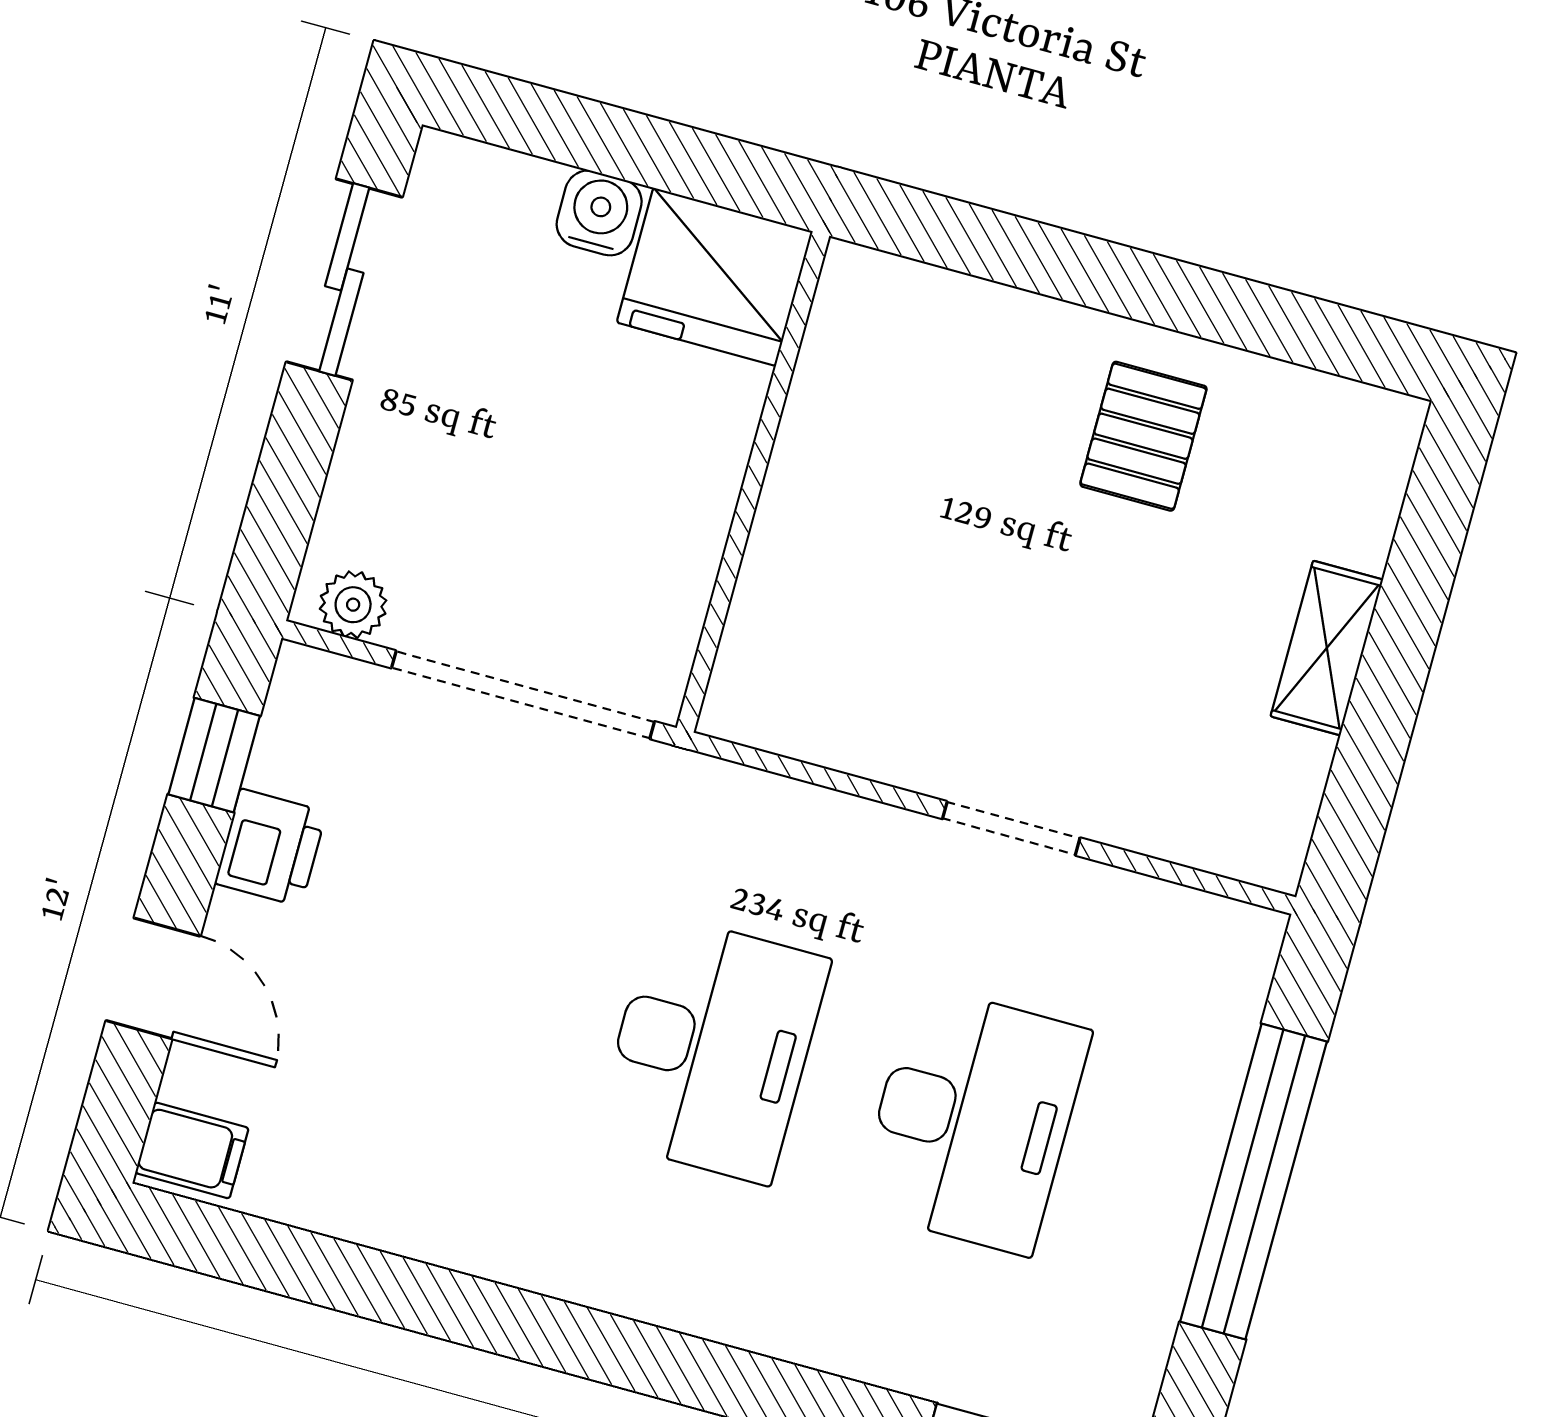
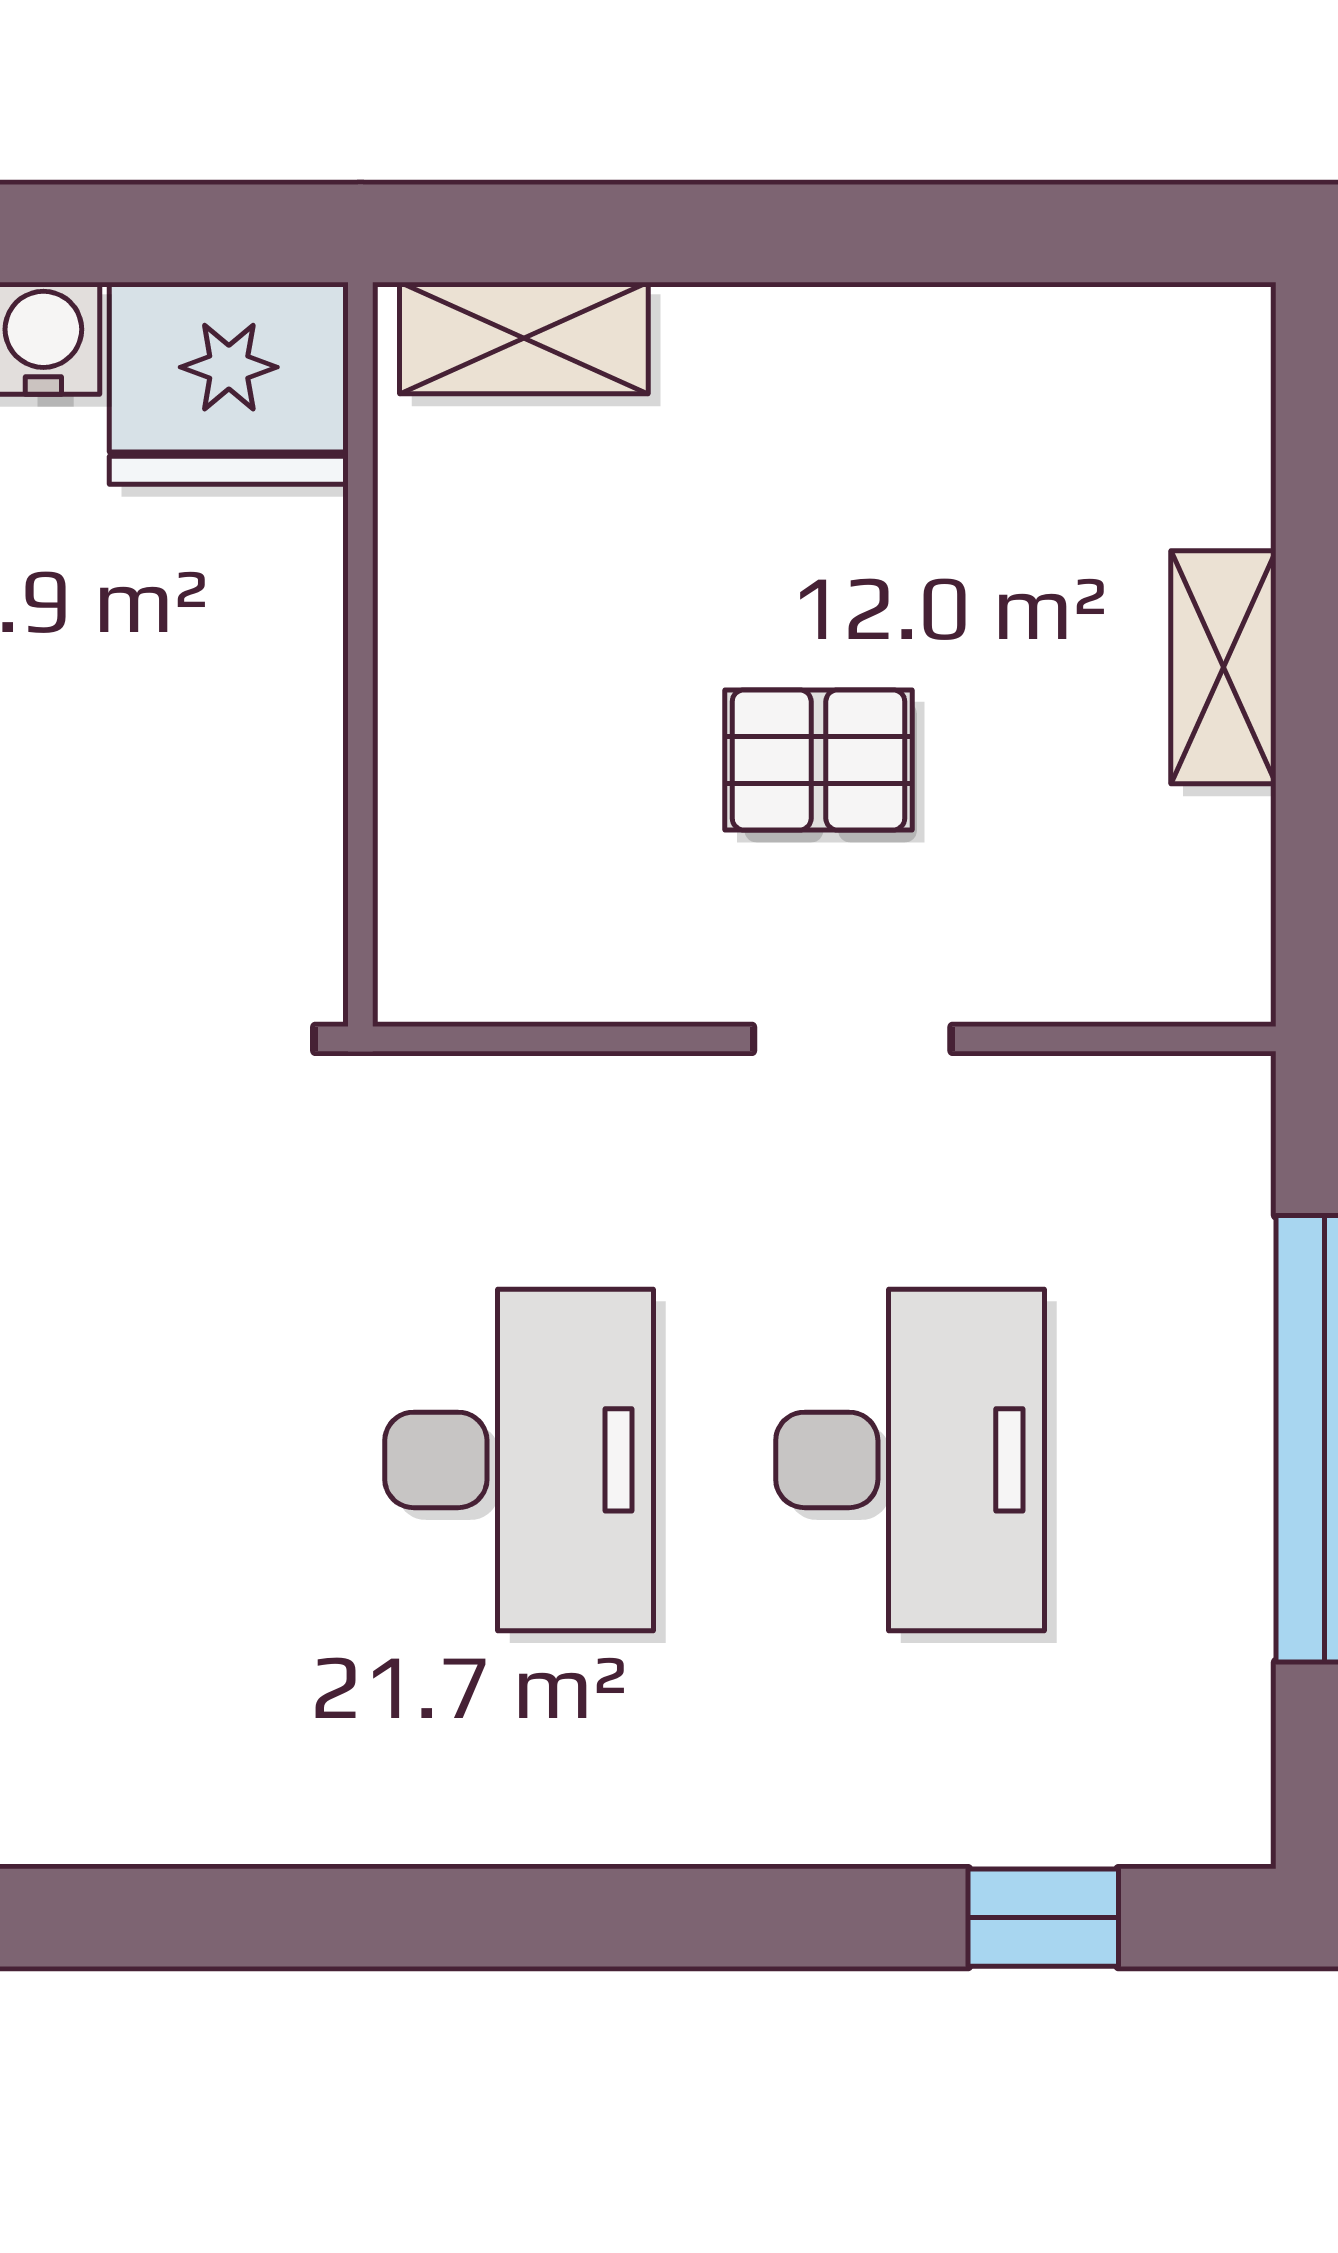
shelving: (920, 300) -> (524, 338), added
pallet: (1143, 436) -> (819, 760), moved, turned 90

